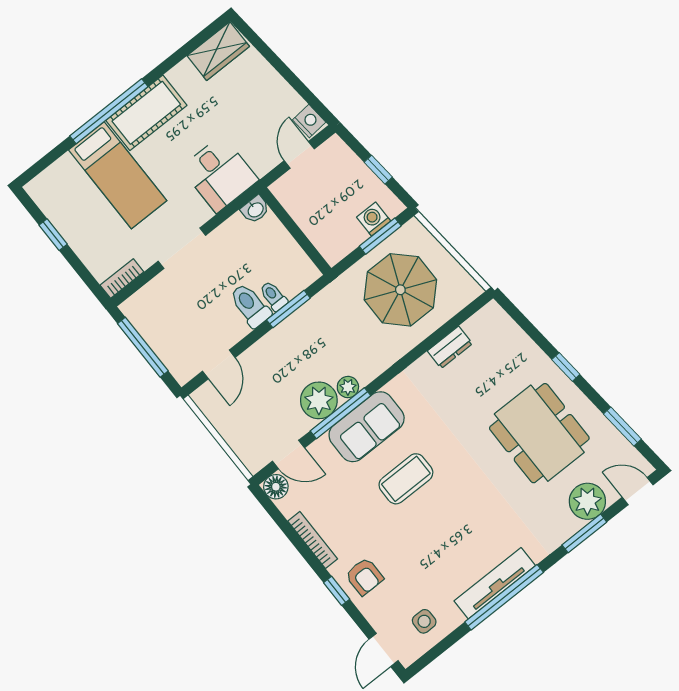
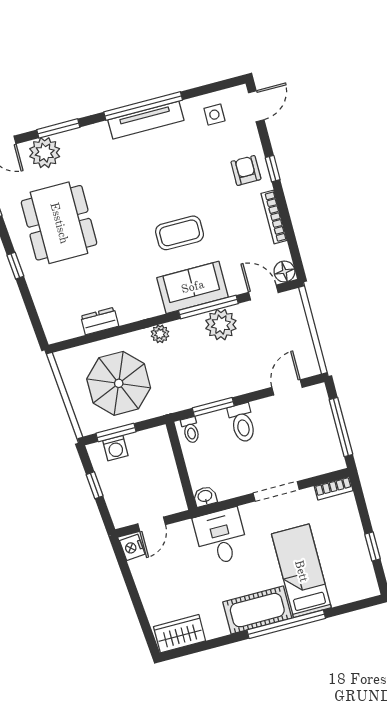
toilet: (273, 296) -> (191, 430), moved
plant: (348, 387) -> (160, 334), moved

